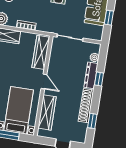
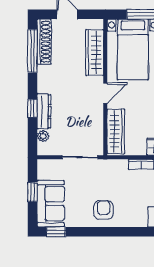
door: (44, 82) -> (105, 93), swing flipped
shoe rack: (86, 106) -> (44, 42), moved
window: (92, 121) -> (32, 51), width x2.17

